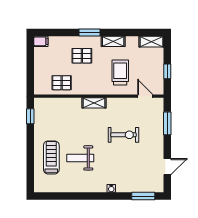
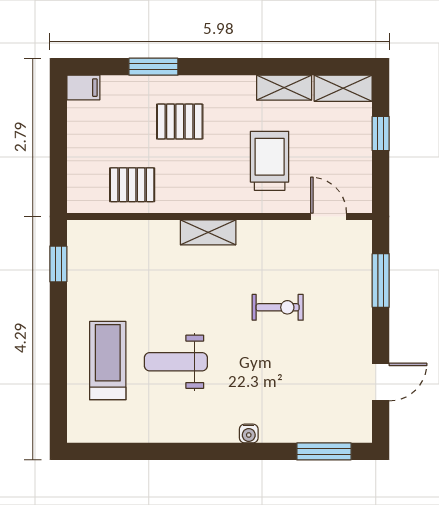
window: (89, 32) -> (153, 67), moved
shelving: (113, 41) -> (284, 88), moved
window: (167, 71) -> (381, 134), moved
exercise bike: (124, 135) -> (278, 307), width x0.73, depth x0.72

